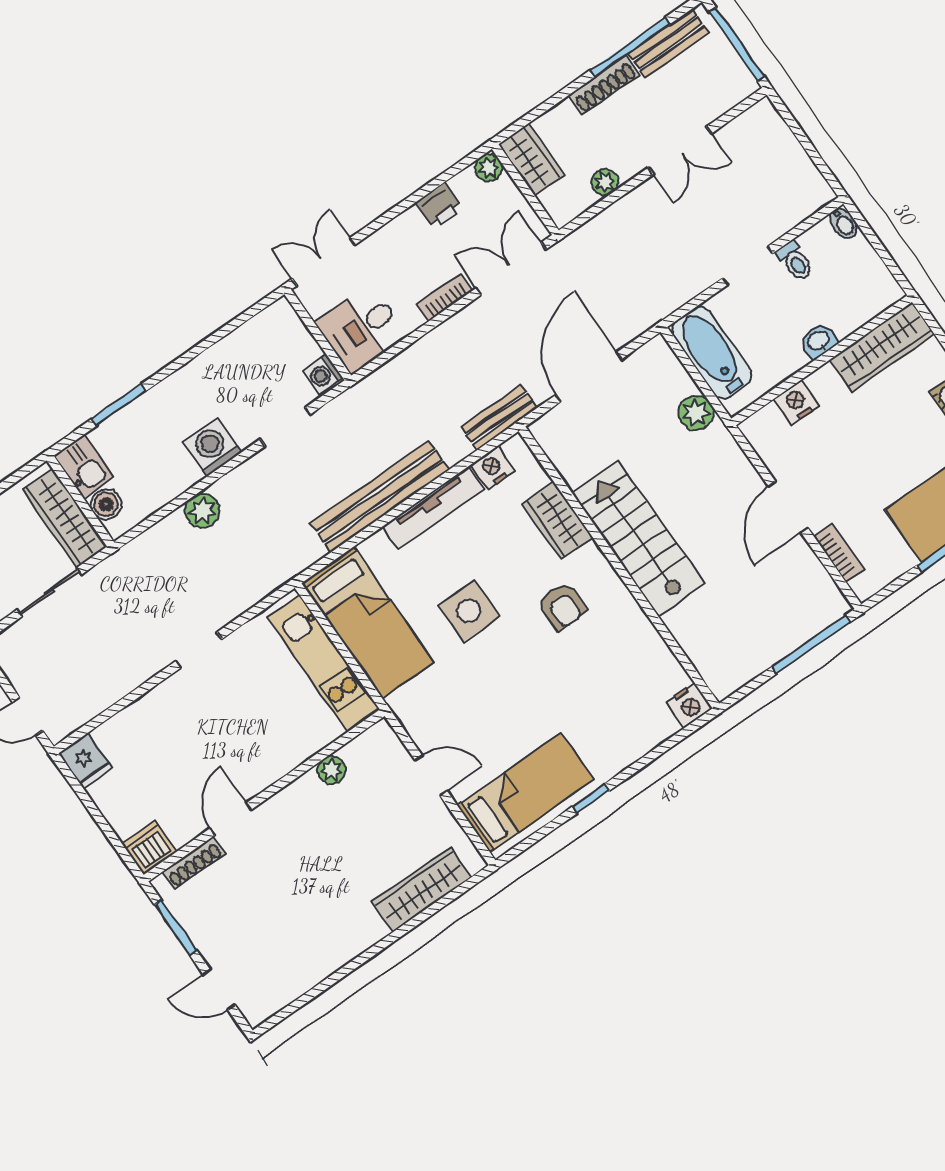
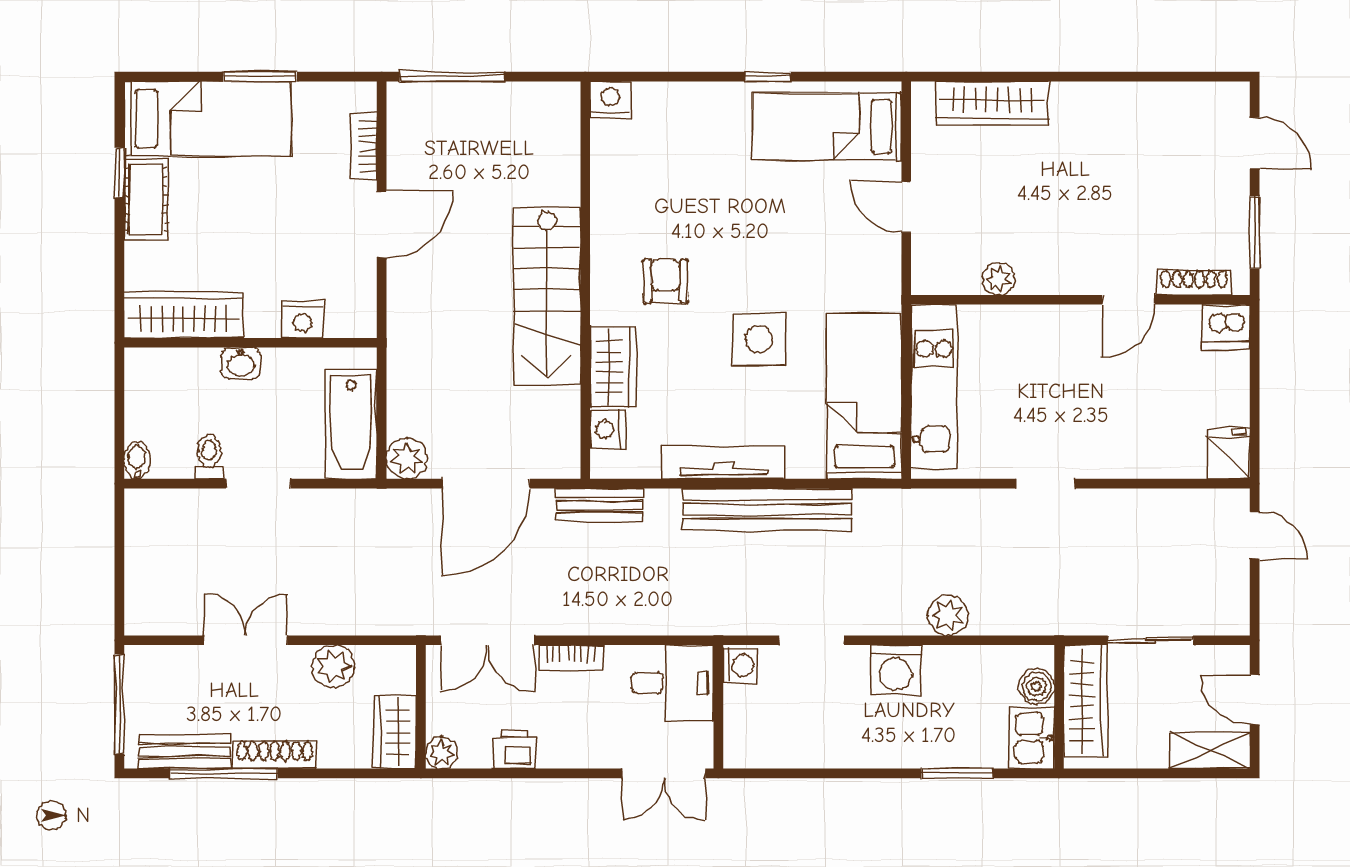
plant: (605, 182) -> (333, 666), width x1.38, depth x1.38
plant: (696, 413) -> (407, 459), moved
nightstand: (493, 468) -> (608, 429), moved, turned 90

